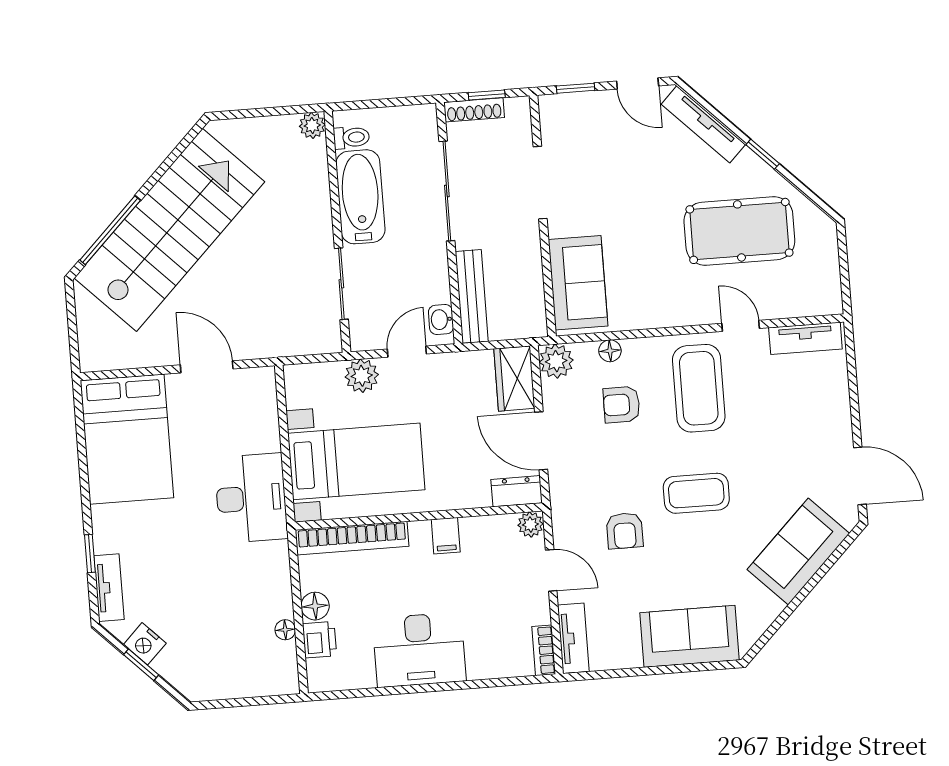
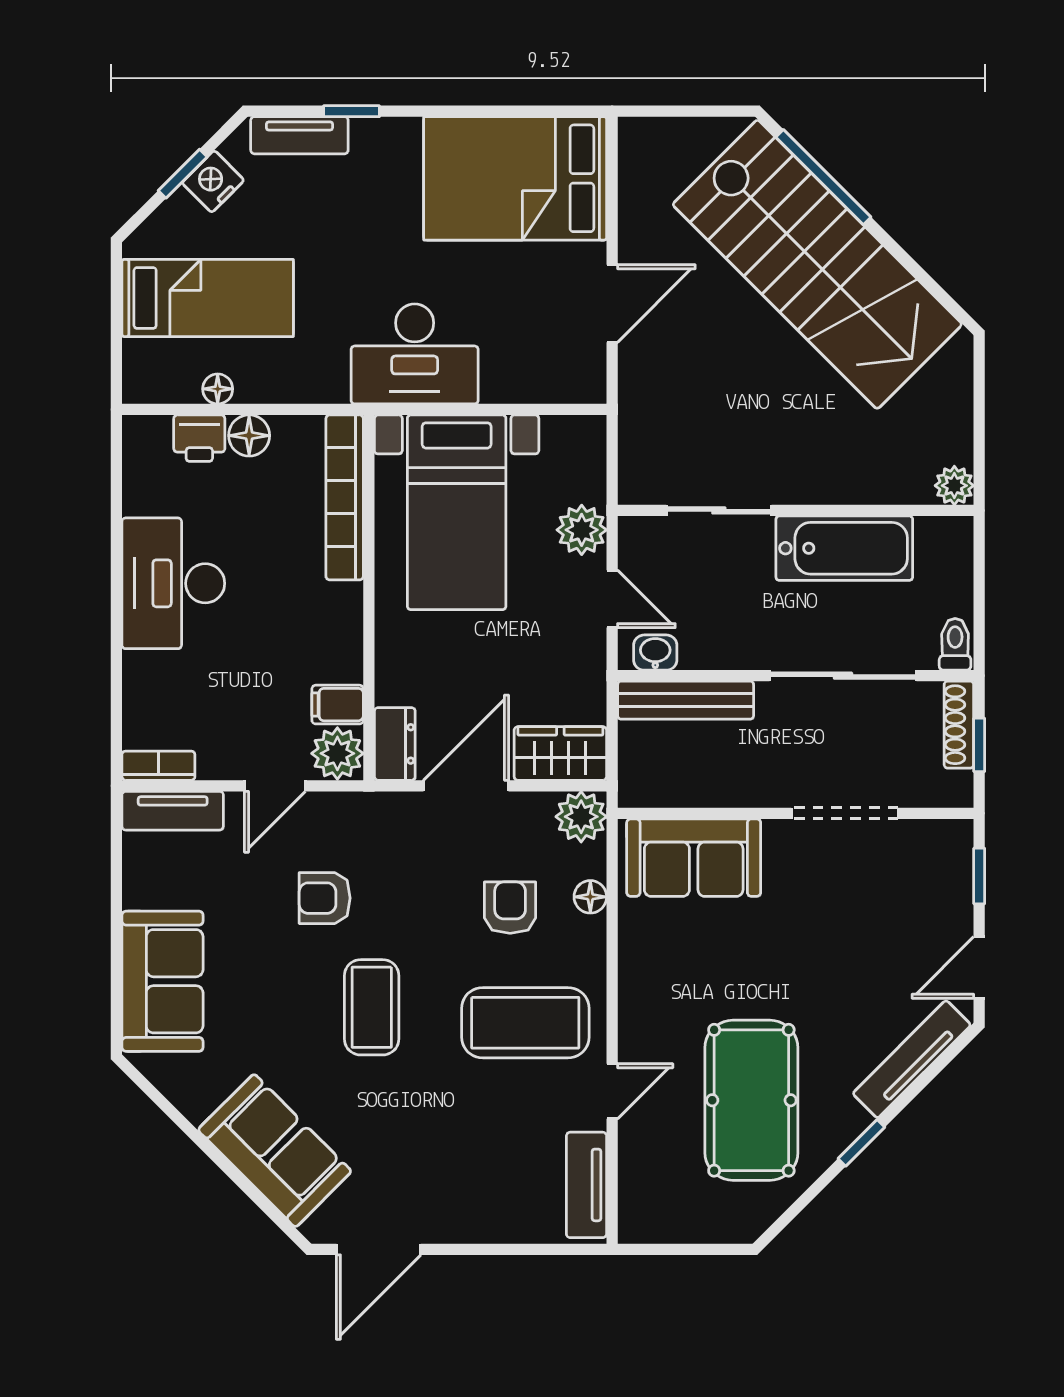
toilet: (351, 137) -> (955, 644), moved, turned 180
plant: (530, 524) -> (337, 753), width x1.38, depth x1.38
filing cabinet: (446, 536) -> (338, 705), moved
bed: (224, 641) -> (208, 298), added

